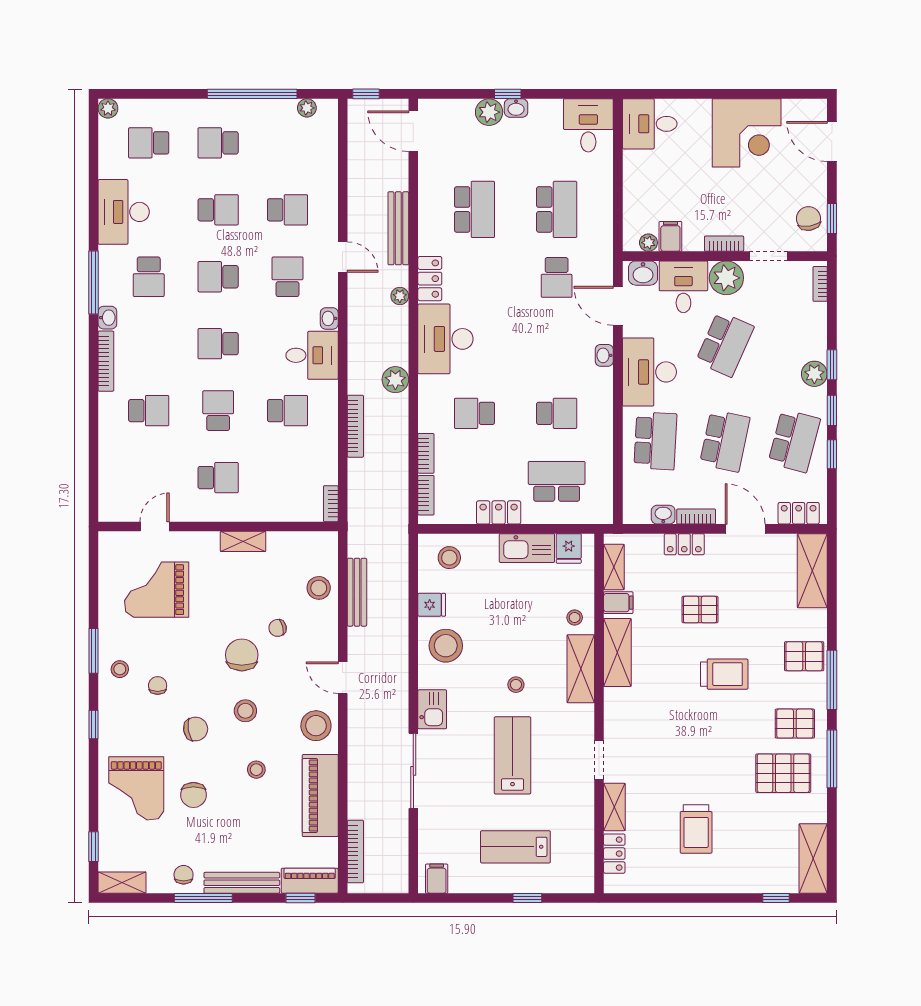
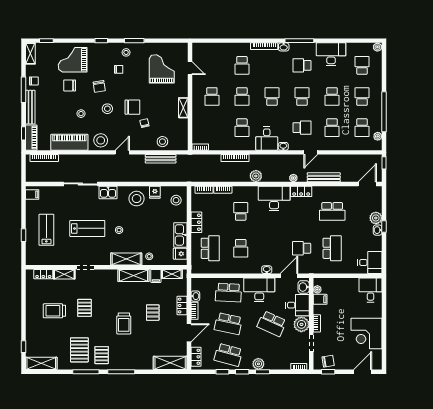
school desk: (288, 143) -> (362, 128), added
school desk: (557, 209) -> (332, 248), turned -90
school desk: (218, 411) -> (242, 96), turned 90
pallet: (804, 656) -> (85, 308), moved

